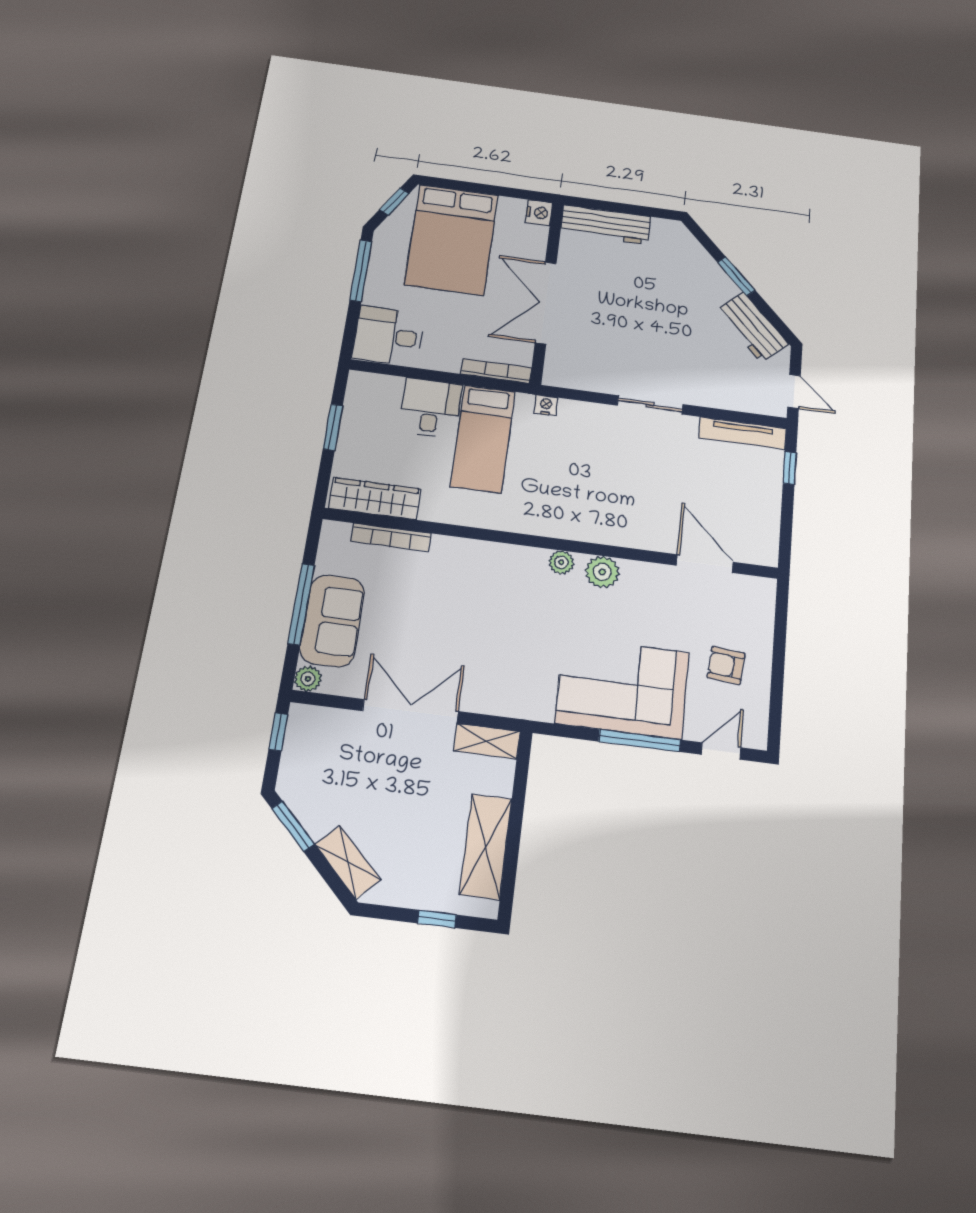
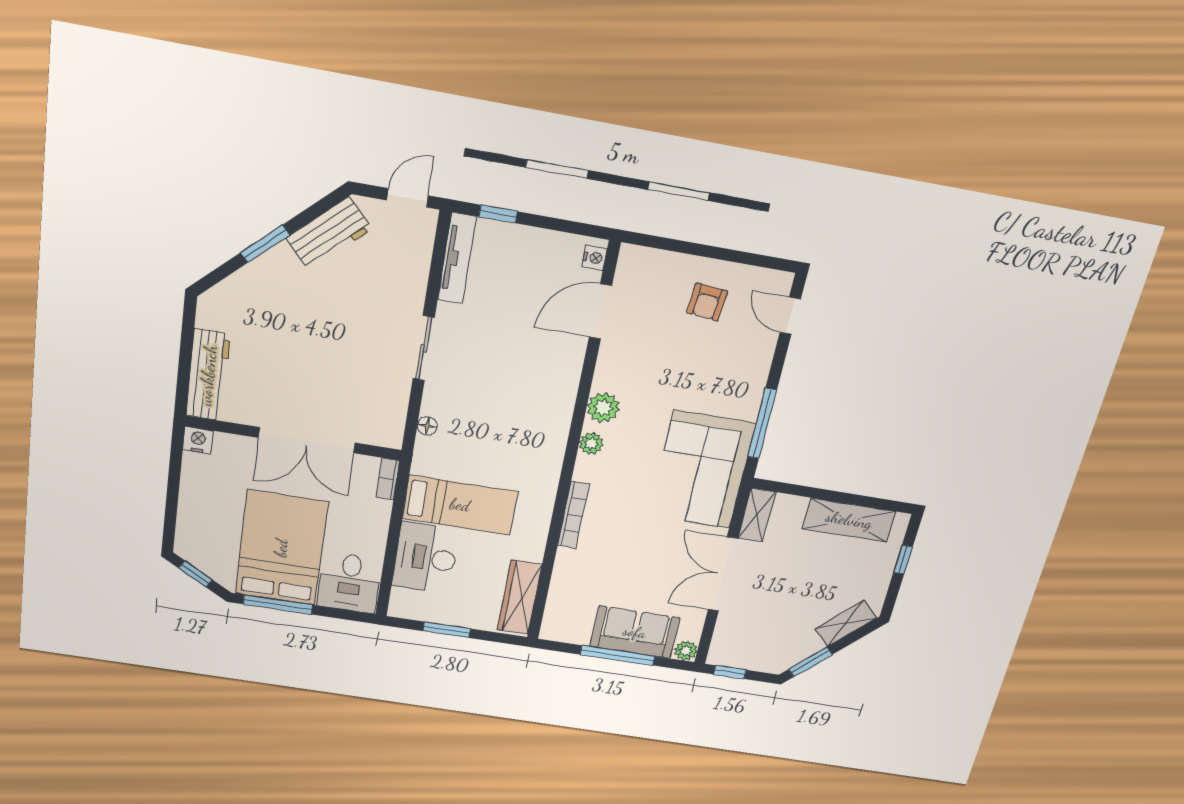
bed: (452, 239) -> (281, 548), moved, turned -90
bookcase: (496, 371) -> (388, 479), width x0.64
nightstand: (546, 405) -> (594, 258), moved, turned 180
desk: (431, 408) -> (425, 558), width x1.37
floor lamp: (569, 408) -> (427, 426), added
bookcase: (391, 537) -> (573, 515), moved
corner sofa: (622, 688) -> (702, 470), moved
window: (640, 741) -> (762, 424), moved

